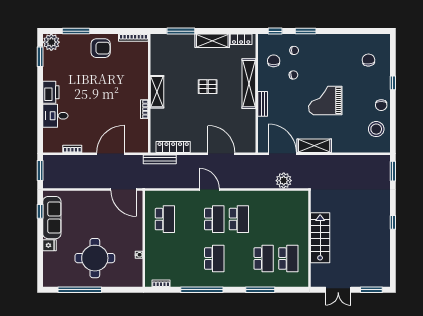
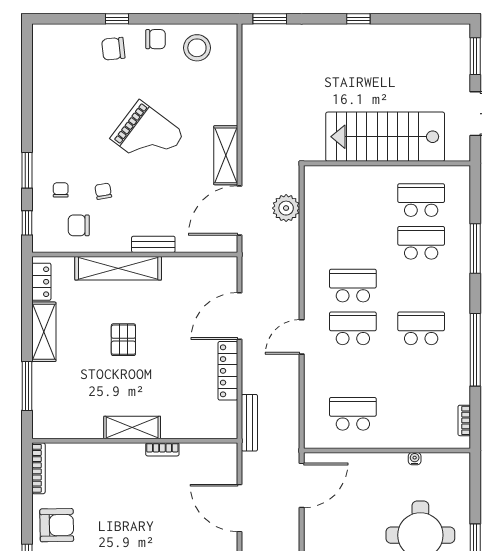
armchair: (101, 48) -> (57, 525), turned 89
chair: (368, 60) -> (113, 49), moved
grand piano: (325, 100) -> (147, 136), turned -53
locker: (173, 147) -> (228, 371), moved
stairs: (320, 238) -> (385, 137), width x1.36, depth x1.51

